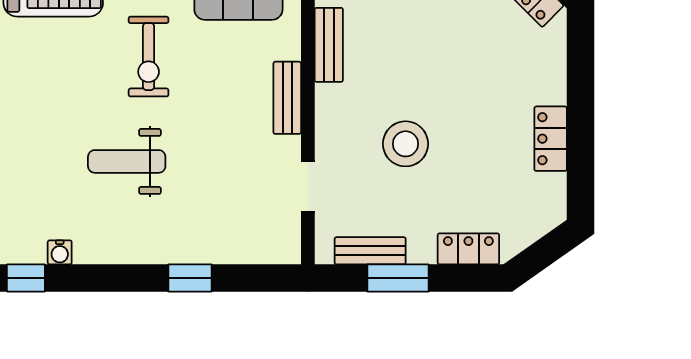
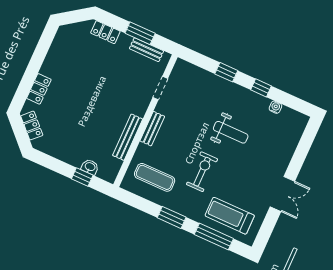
bench: (329, 45) -> (128, 137), width x1.36
locker: (551, 139) -> (39, 89), moved
stool: (406, 144) -> (112, 87), removed
window: (26, 278) -> (261, 88), moved

